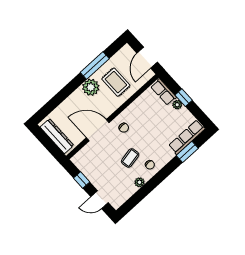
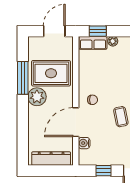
door: (147, 58) -> (54, 31), swing flipped
rug: (116, 82) -> (51, 73), width x1.36, depth x1.43
window: (184, 98) -> (98, 31), moved
water cooler: (88, 149) -> (84, 143), added

